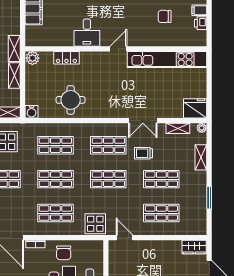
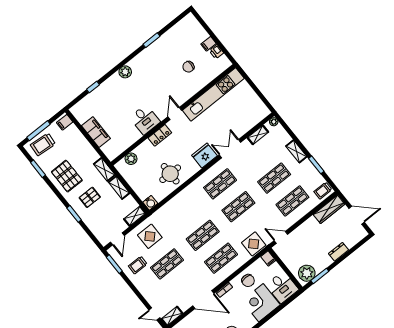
plant: (32, 58) -> (131, 159), moved
locker: (66, 58) -> (160, 135), moved
fridge: (195, 108) -> (204, 156), moved
double door: (143, 121) -> (230, 149), swing flipped
shop shelf: (55, 145) -> (184, 212), removed
trolley: (143, 153) -> (323, 191), moved
shelving: (201, 157) -> (296, 151), moved
filing cabinet: (98, 247) -> (268, 258), added
wardrobe: (194, 247) -> (329, 209), width x1.50

